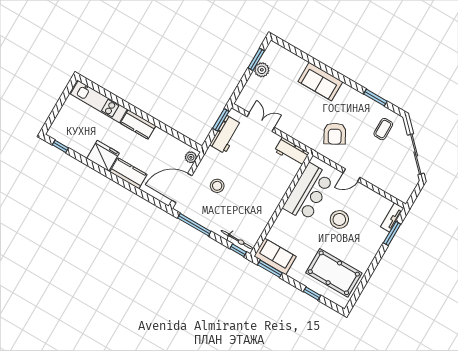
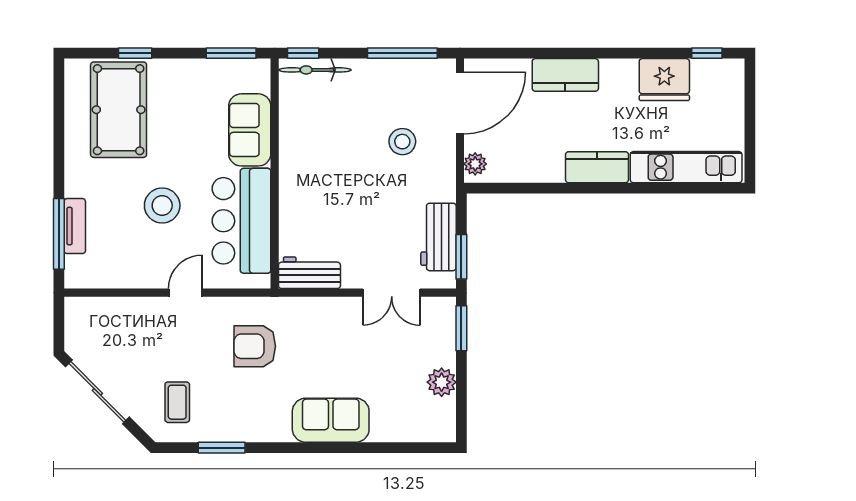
window: (256, 59) -> (461, 328), moved
armchair: (335, 134) -> (255, 346), turned -61
fridge: (103, 156) -> (664, 80), moved
tv unit: (392, 217) -> (75, 226), moved
window: (392, 233) -> (59, 234), width x1.44
sofa: (275, 256) -> (250, 130), moved, turned 90
pool table: (334, 273) -> (119, 110), turned 90

